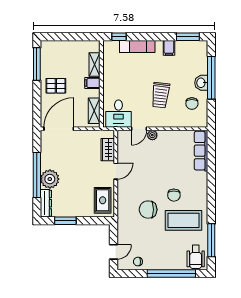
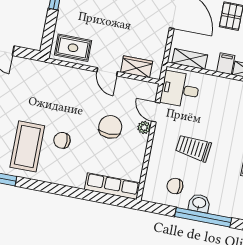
chair: (148, 210) -> (110, 127), moved

